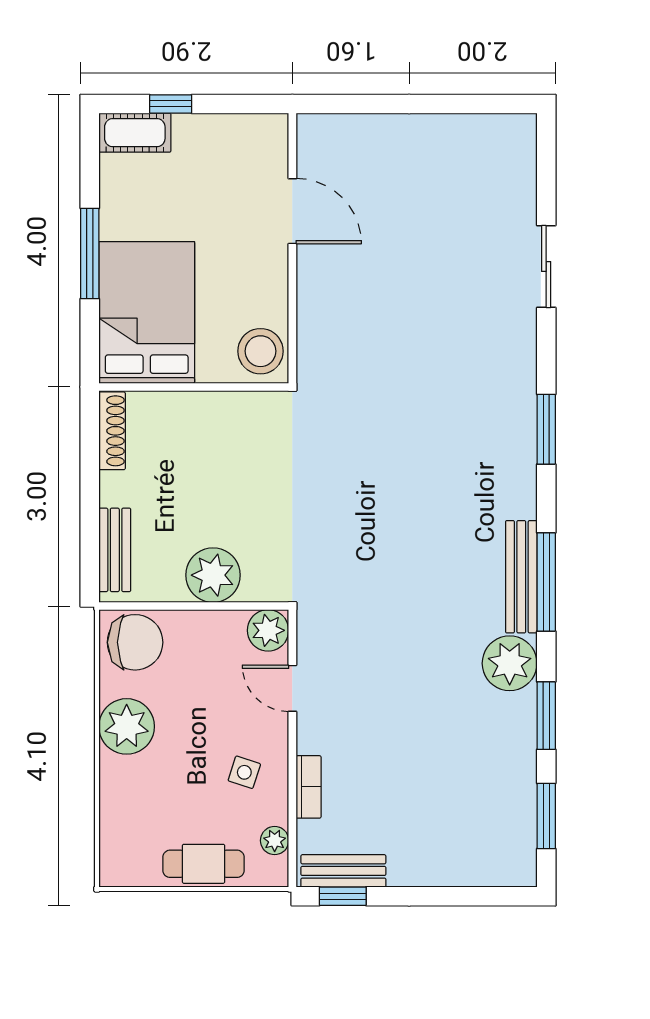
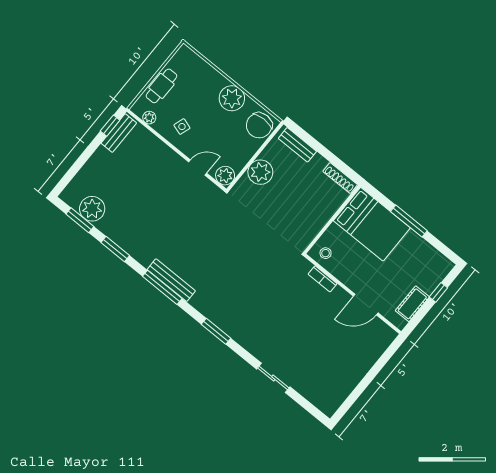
cot: (135, 133) -> (412, 304), moved
stool: (260, 351) -> (326, 253), width x0.53, depth x0.53
plant: (510, 663) -> (92, 209), moved
bookcase: (309, 787) -> (323, 279), moved

